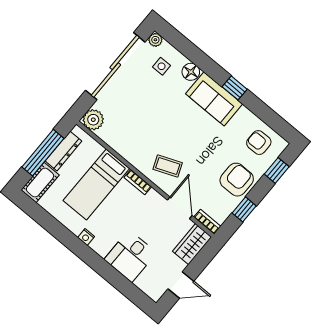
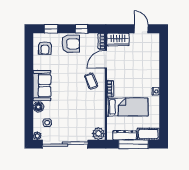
window: (235, 88) -> (29, 80), removed
armchair: (237, 180) -> (71, 44), turned 180
desk: (130, 256) -> (147, 63), removed

